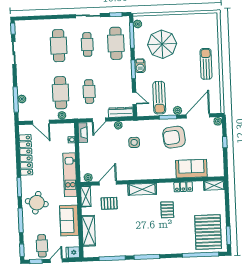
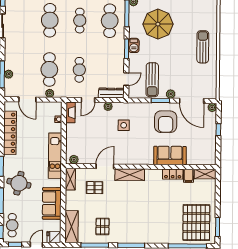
door: (134, 98) -> (126, 79), hinge flipped
door: (198, 116) -> (192, 101), swing flipped
armchair: (174, 137) -> (166, 122), turned -84
sofa: (191, 169) -> (170, 155), moved
door: (108, 183) -> (105, 166), moved
filing cabinet: (198, 188) -> (189, 176), added
pallet: (167, 210) -> (102, 226), moved
shelving: (89, 231) -> (72, 227), moved
cafe table: (42, 246) -> (12, 225), moved

